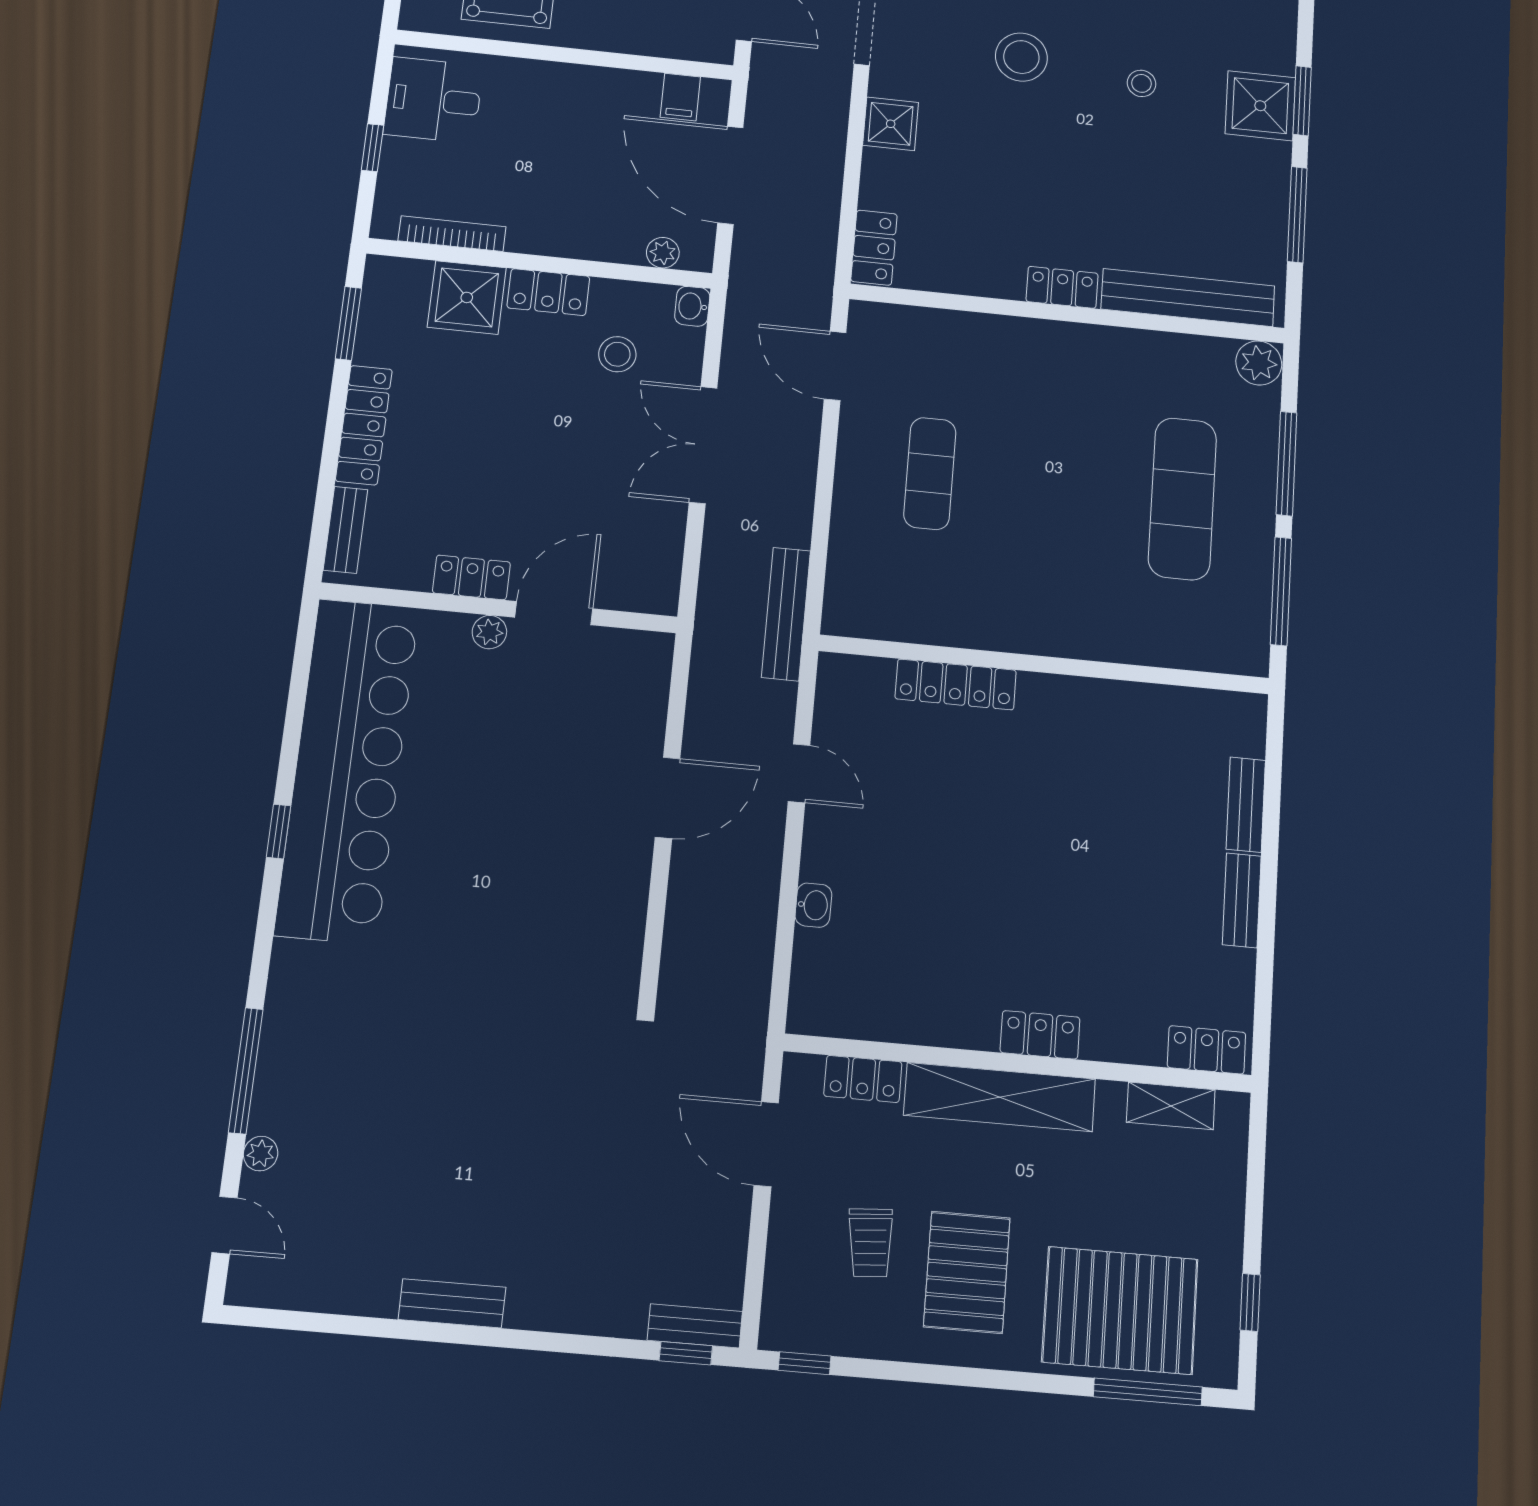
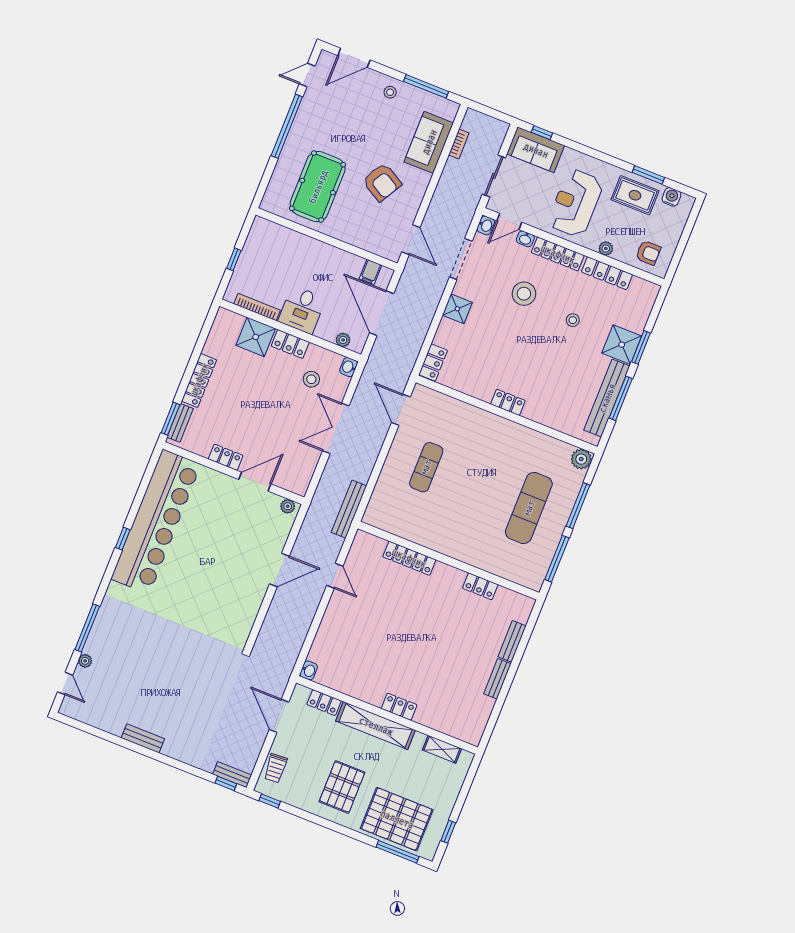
desk: (433, 100) -> (302, 310), moved, turned -90
bench: (1188, 298) -> (607, 398), moved, turned 90
window: (348, 323) -> (170, 419), moved
plant: (489, 632) -> (288, 506), moved
washbasin: (813, 905) -> (309, 670), moved
locker: (1206, 1050) -> (480, 586), moved, turned 180
trolley: (870, 1243) -> (275, 768), moved

